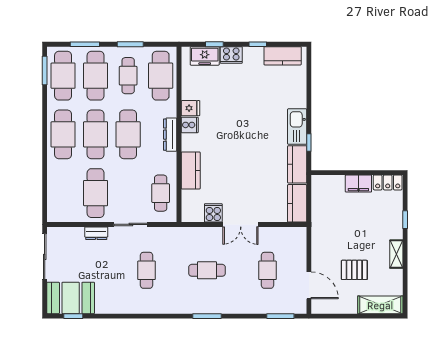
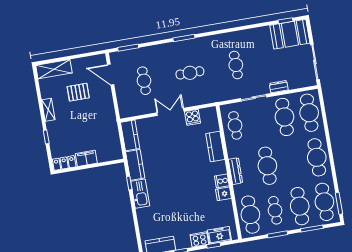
cafe table: (96, 134) -> (309, 113), moved

